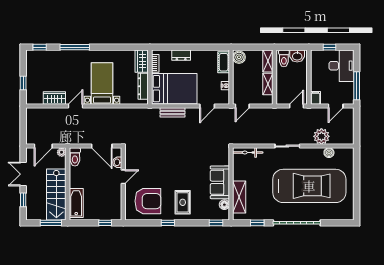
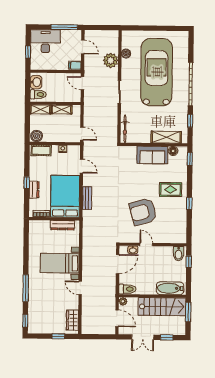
window: (188, 47) -> (27, 183), added
wardrobe: (142, 61) -> (39, 226), removed
wardrobe: (54, 98) -> (72, 320), moved
armchair: (148, 201) -> (143, 212), moved, turned -106
bidet: (114, 212) -> (178, 254), added

